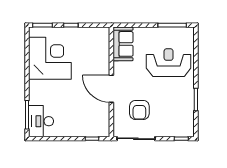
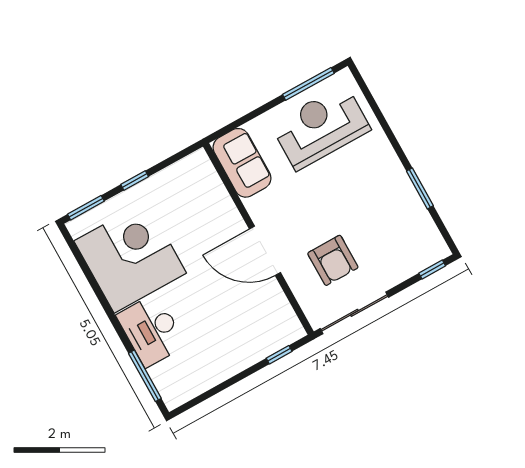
reception desk: (169, 63) -> (321, 127), moved
desk: (41, 121) -> (151, 330), moved

